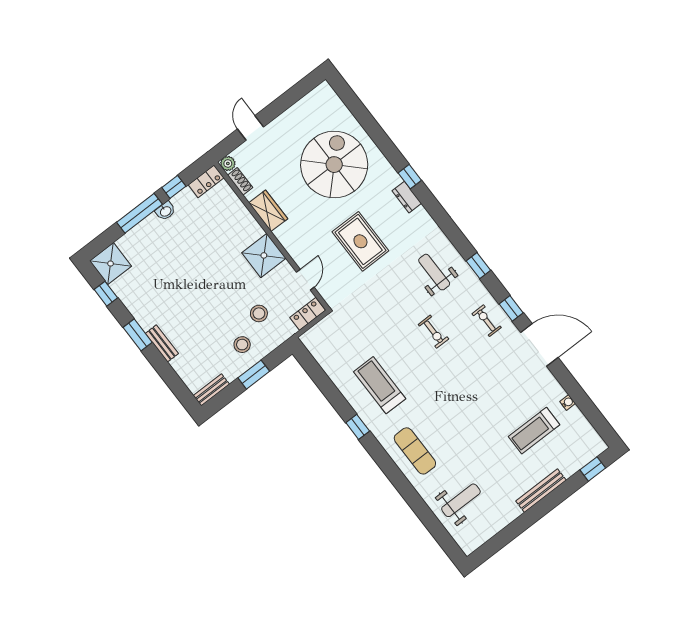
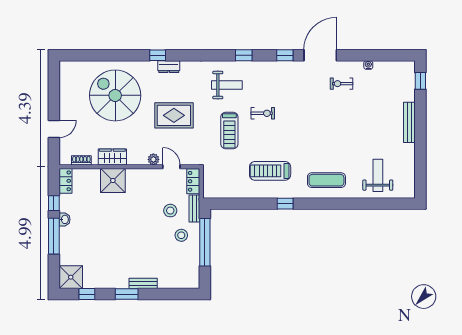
door: (251, 128) -> (54, 129), swing flipped
plant: (228, 163) -> (153, 159), moved
shower: (264, 255) -> (113, 180), moved
weight bench: (434, 272) -> (227, 85), turned 180
exercise bike: (487, 321) -> (342, 84), moved
window: (254, 375) -> (205, 242), width x2.11
bench: (211, 390) -> (194, 209), moved
treadmill: (534, 431) -> (229, 131), moved

